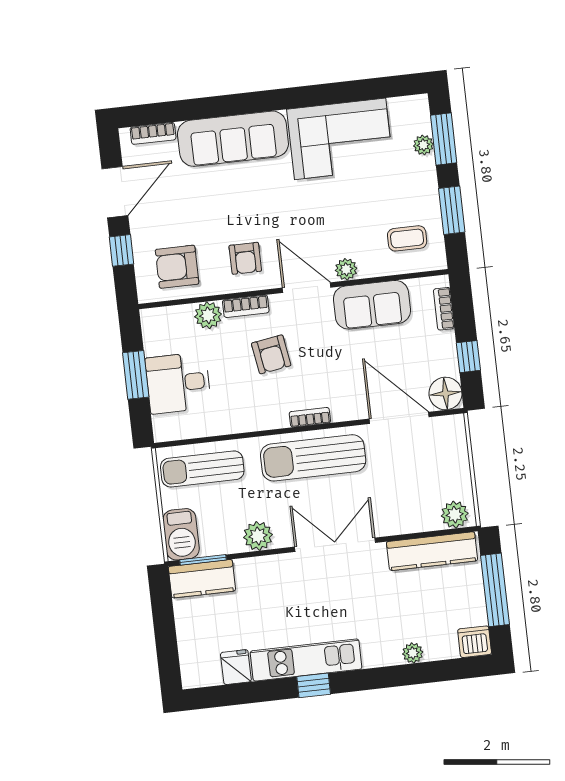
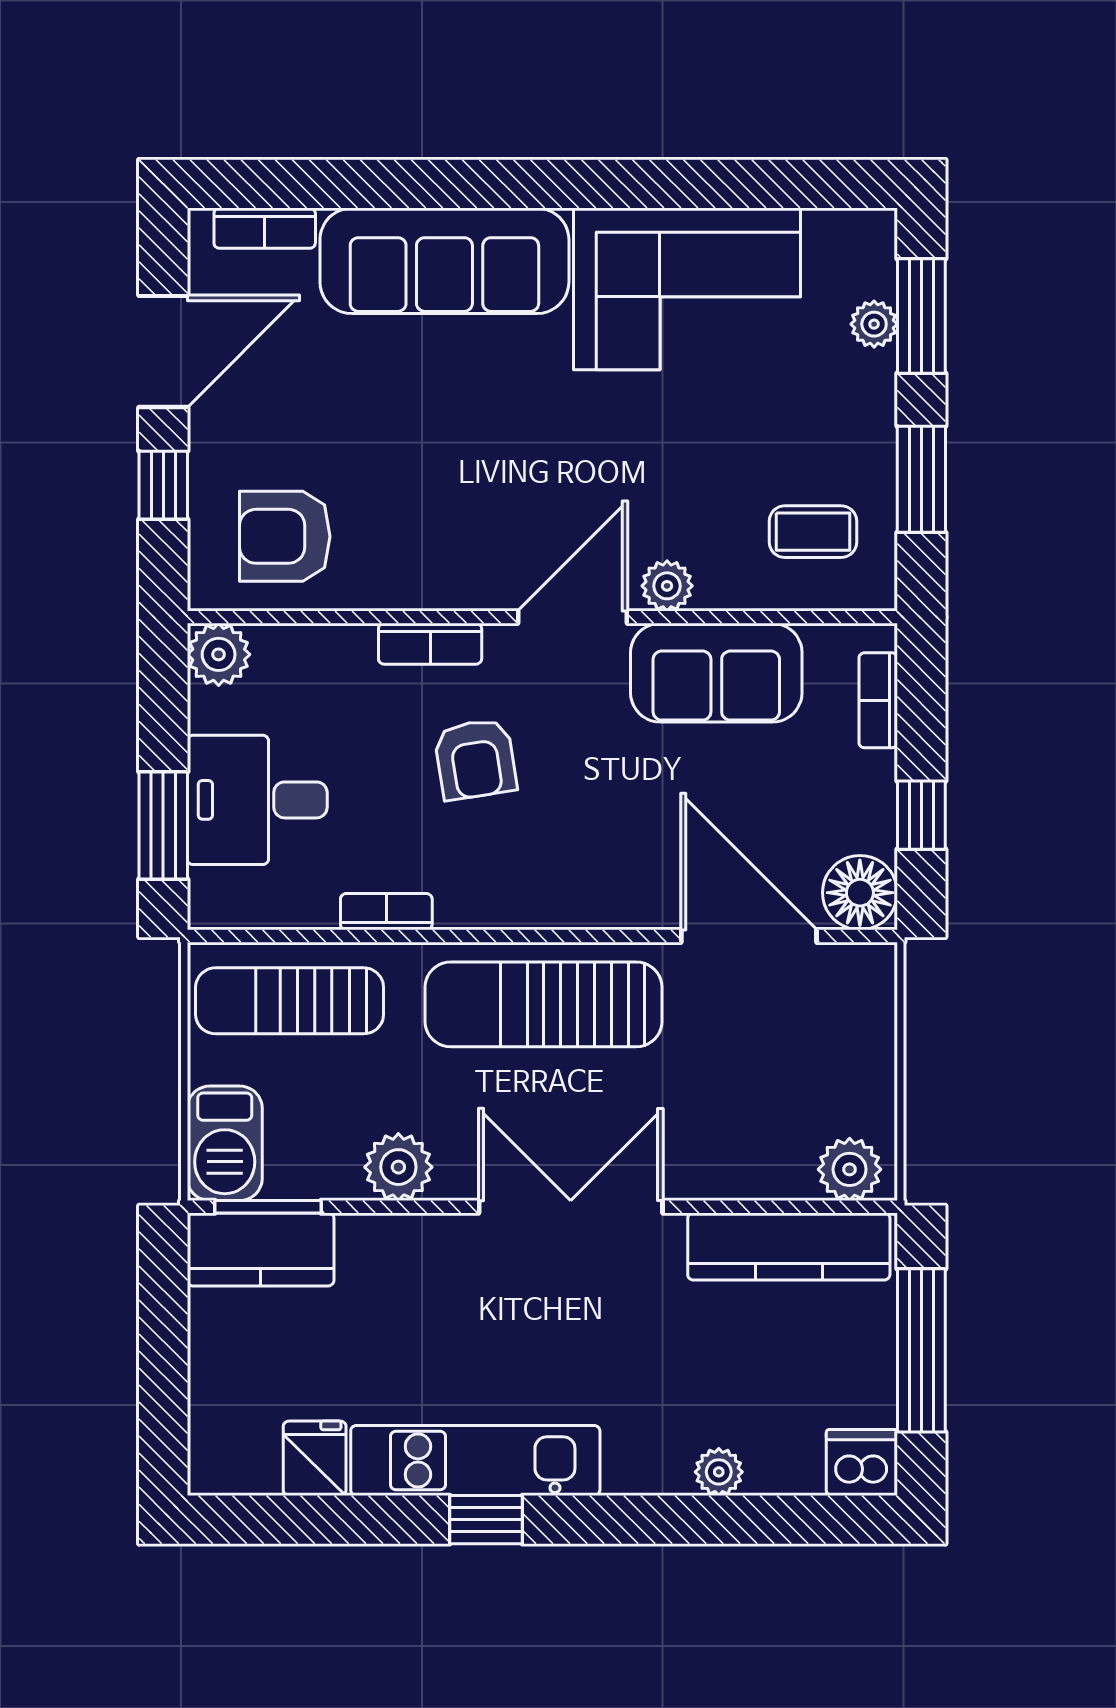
armchair: (245, 258) -> (441, 535), removed
door: (307, 288) -> (573, 617), hinge flipped
plant: (208, 315) -> (219, 654), moved
window: (136, 375) -> (163, 826), moved
bookcase: (310, 417) -> (386, 912), moved

